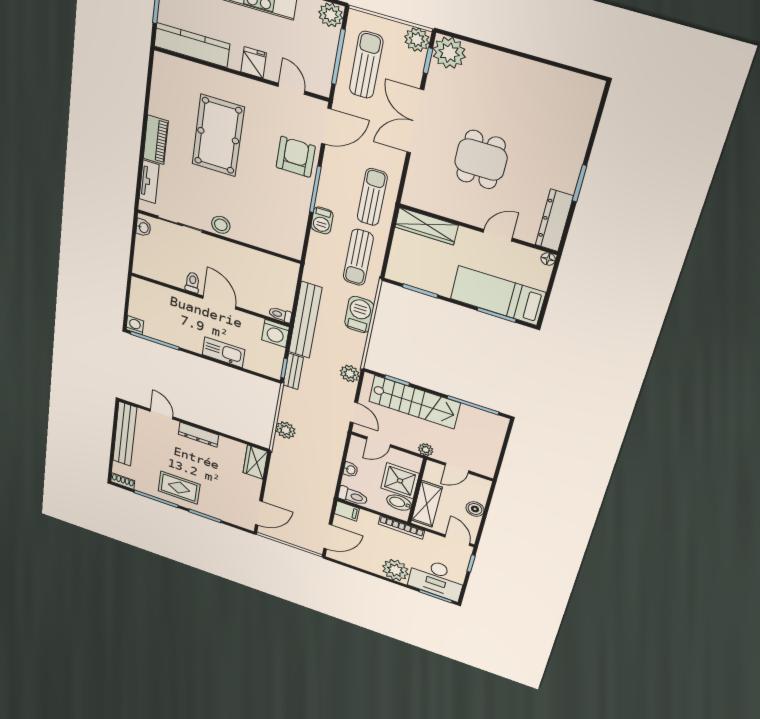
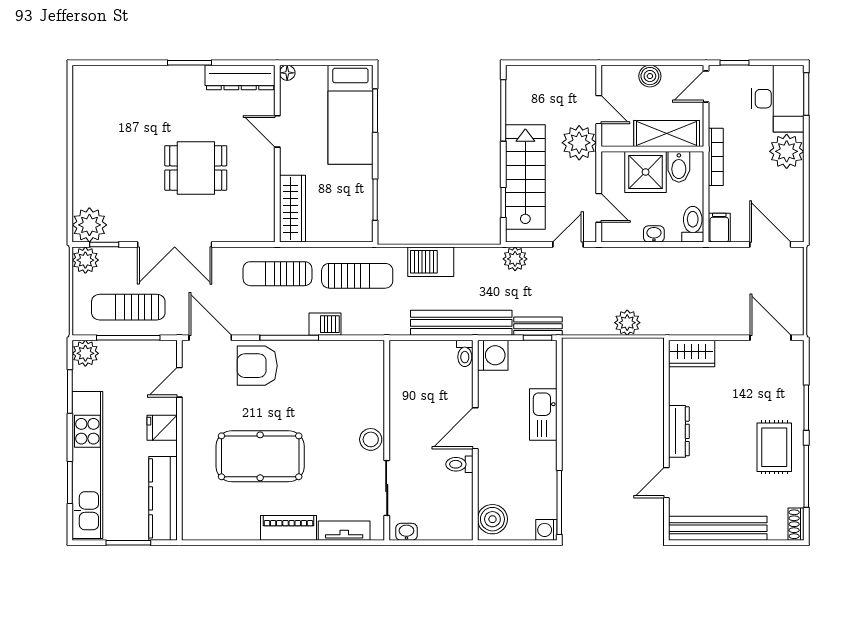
boiler: (147, 291) -> (492, 519), added
plant: (426, 450) -> (579, 143), width x1.87, depth x1.87

